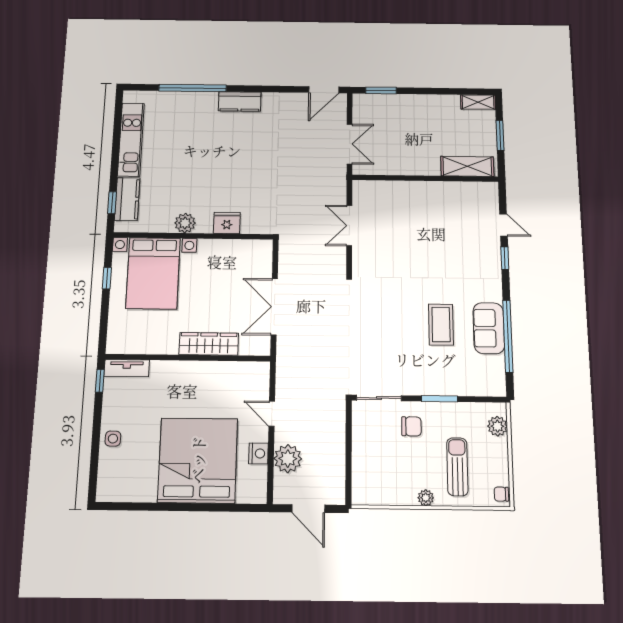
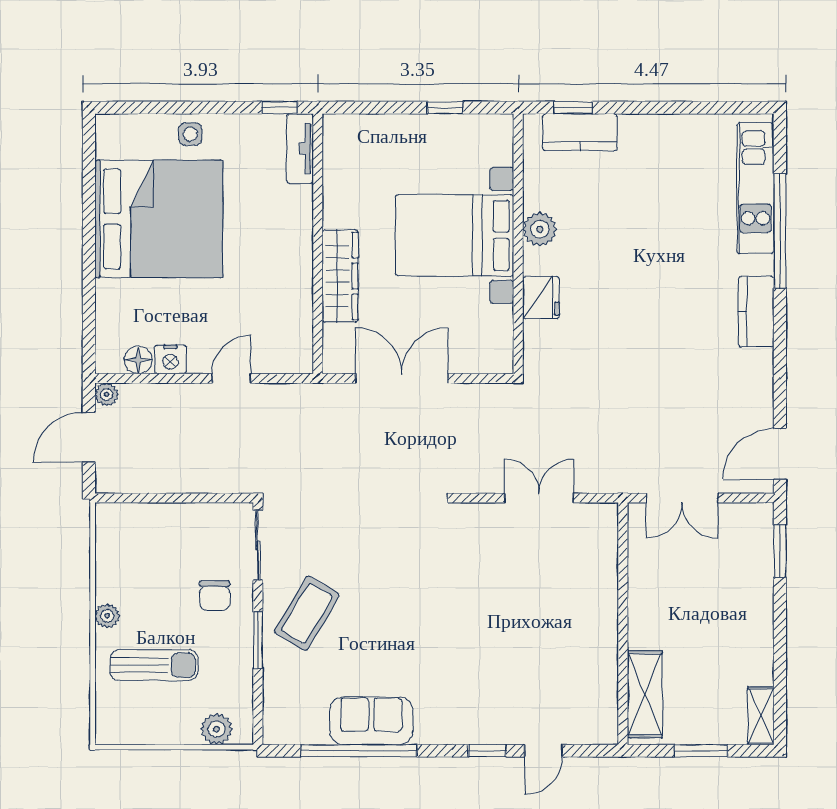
door: (324, 90) -> (780, 454), hinge flipped
kitchen unit: (131, 139) -> (755, 188), moved, turned 90
bed with nightstands: (153, 273) -> (455, 235), moved
coffee table: (441, 325) -> (307, 613), moved, turned -59
plant: (288, 459) -> (107, 394), moved, width x0.53, depth x0.53
bed: (198, 460) -> (159, 219), moved
floor lamp: (258, 475) -> (138, 360), added
chair: (501, 494) -> (114, 731), removed

